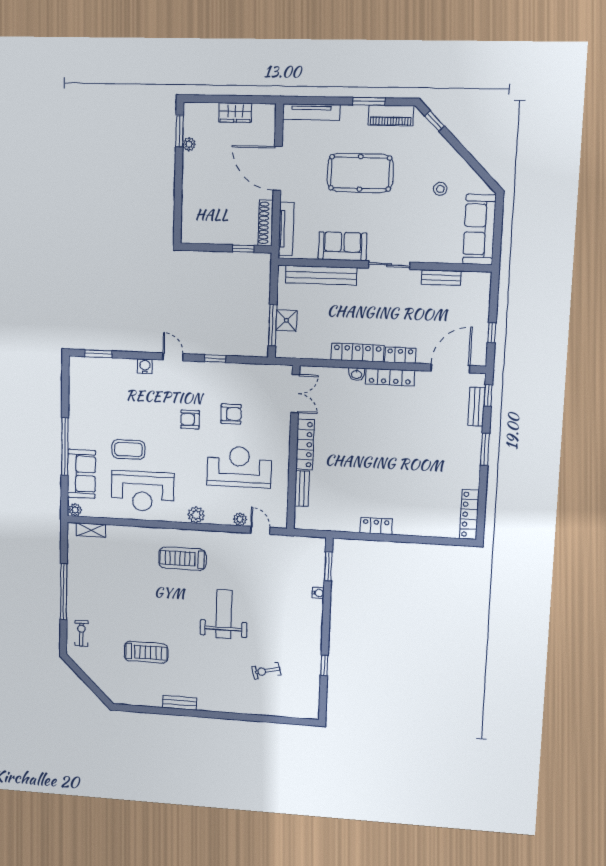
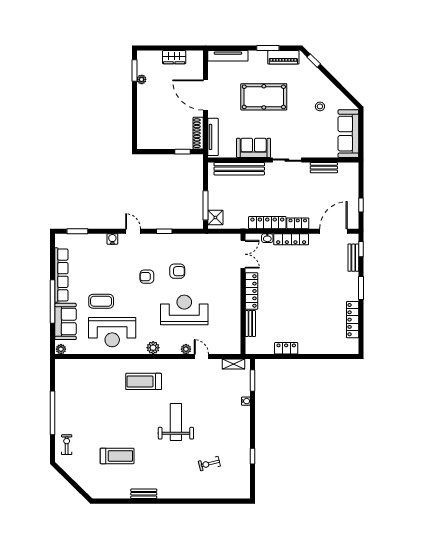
shower: (286, 320) -> (215, 218), moved
double door: (295, 394) -> (243, 254), moved
row of seats: (77, 412) -> (61, 275), added
locker: (305, 445) -> (251, 291), moved
wall: (293, 448) -> (243, 294), moved
bench: (302, 488) -> (250, 323), moved
locker: (469, 514) -> (353, 320), moved
shelving: (91, 530) -> (233, 364), moved

